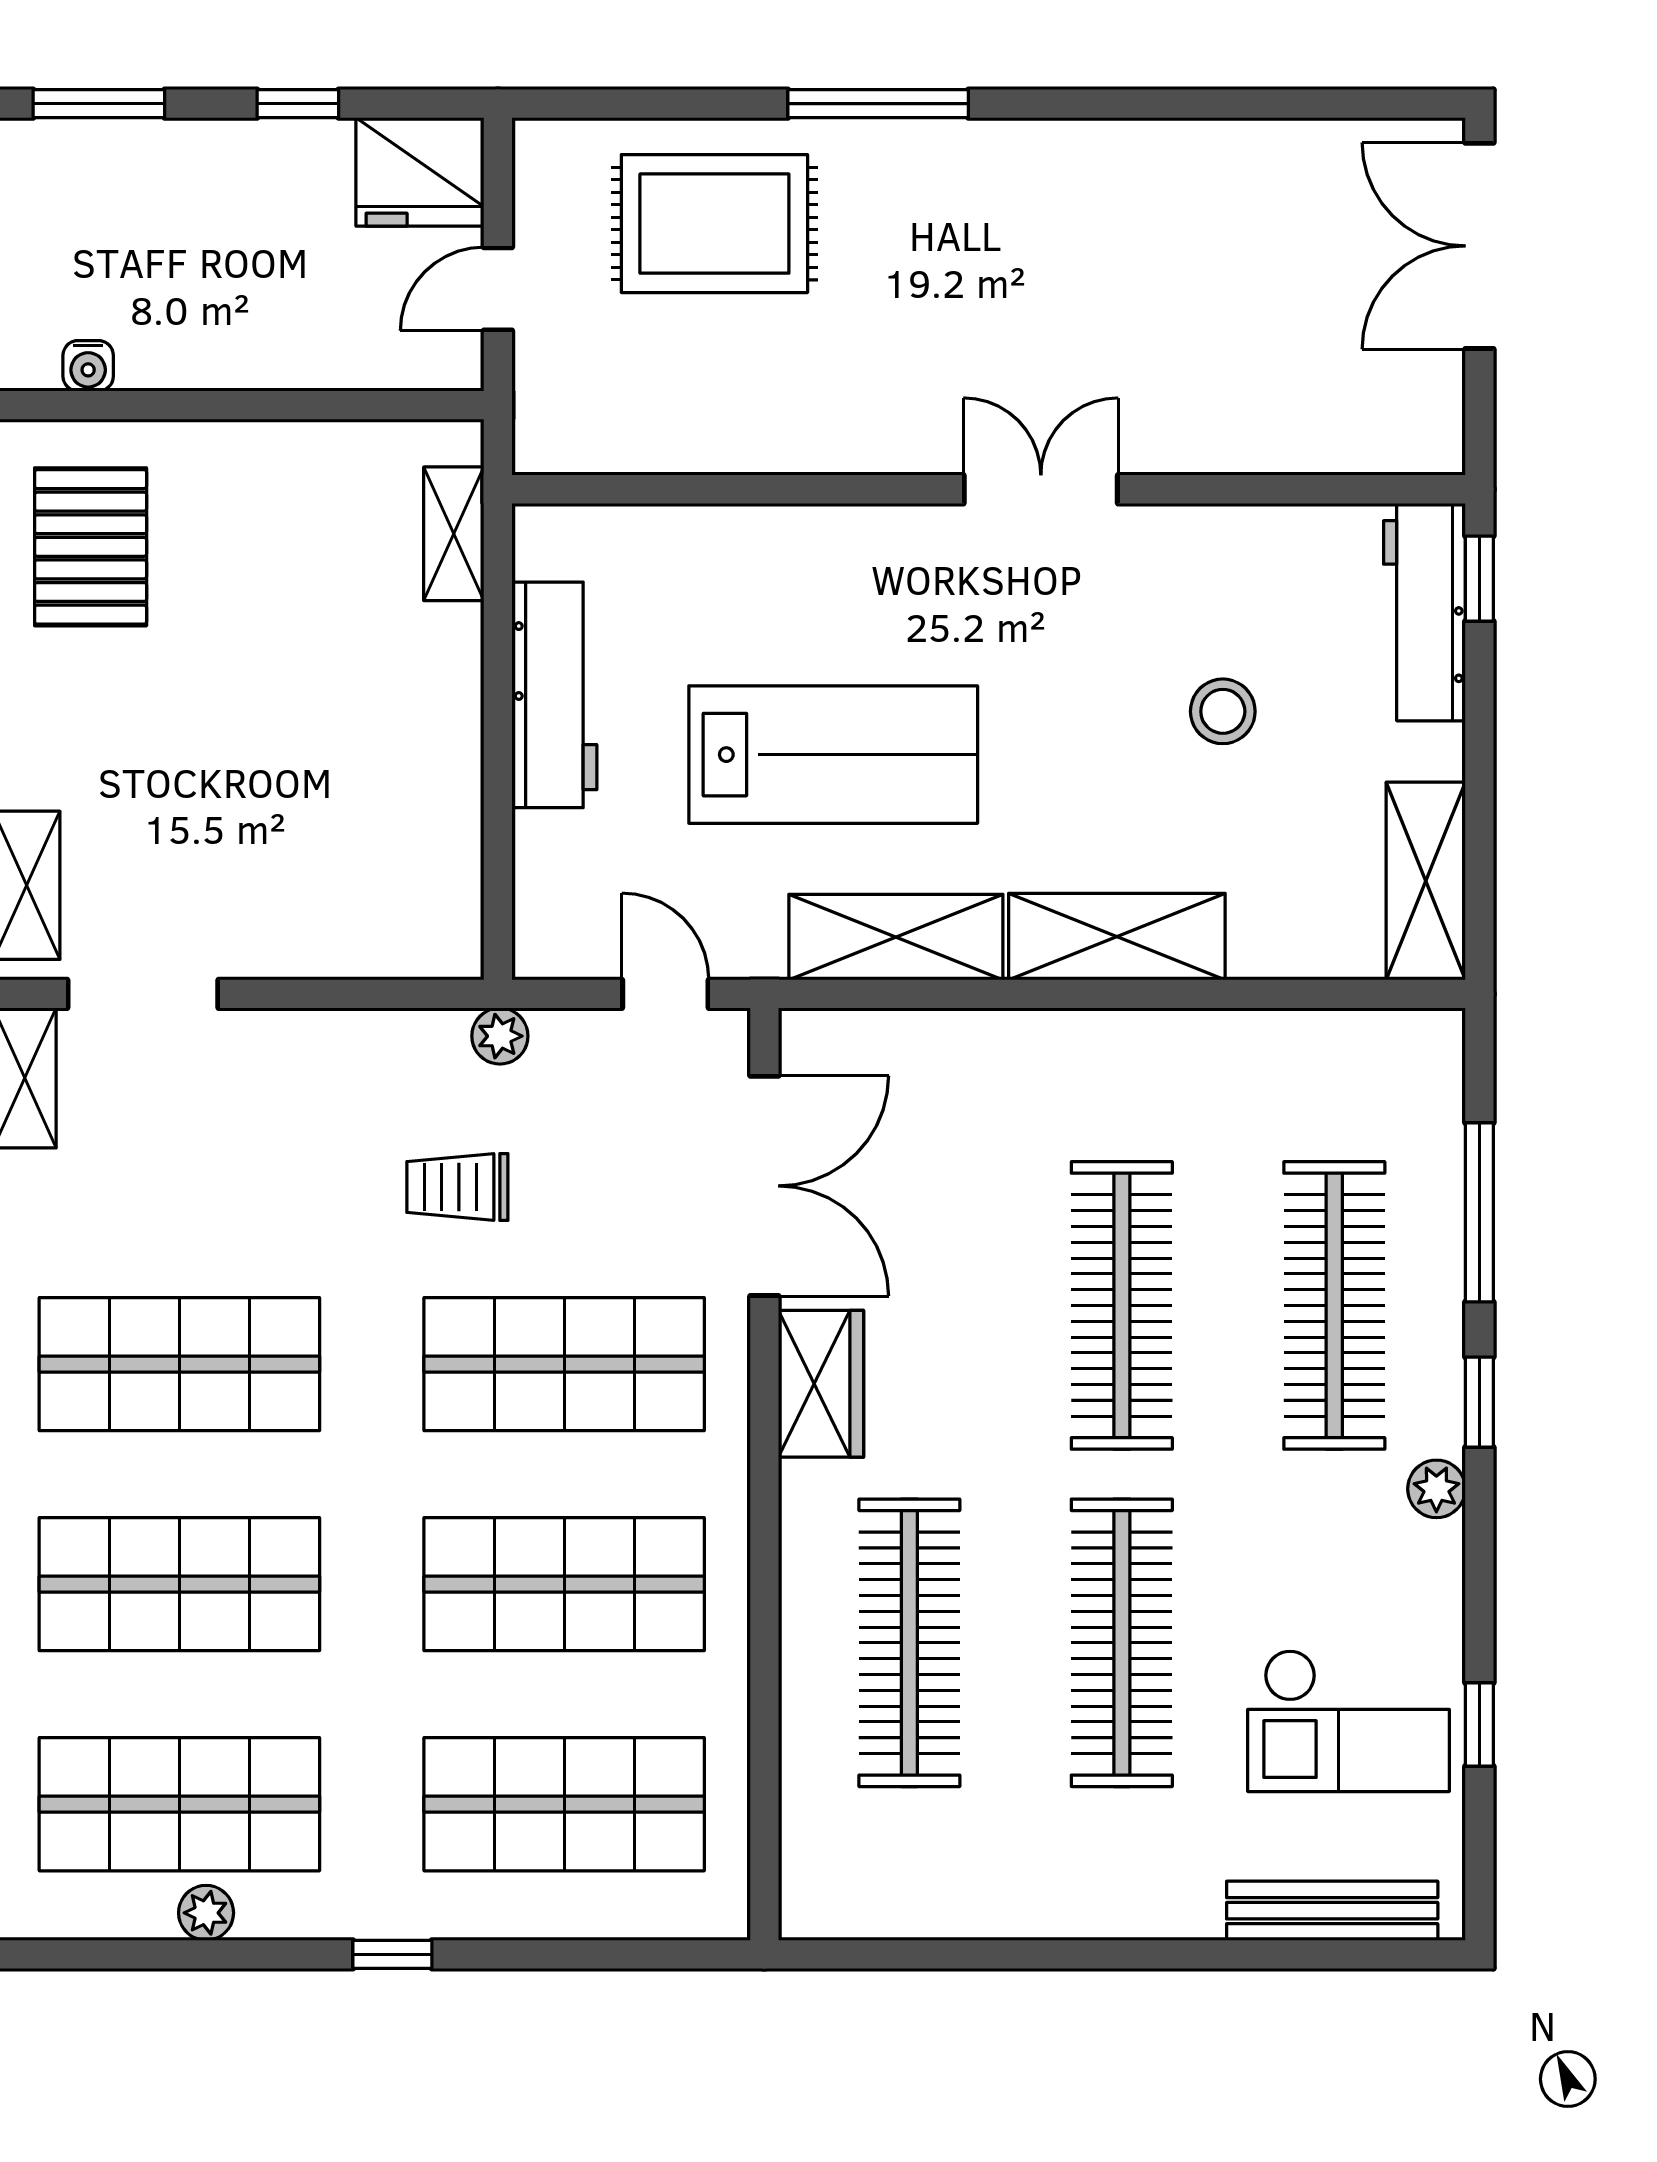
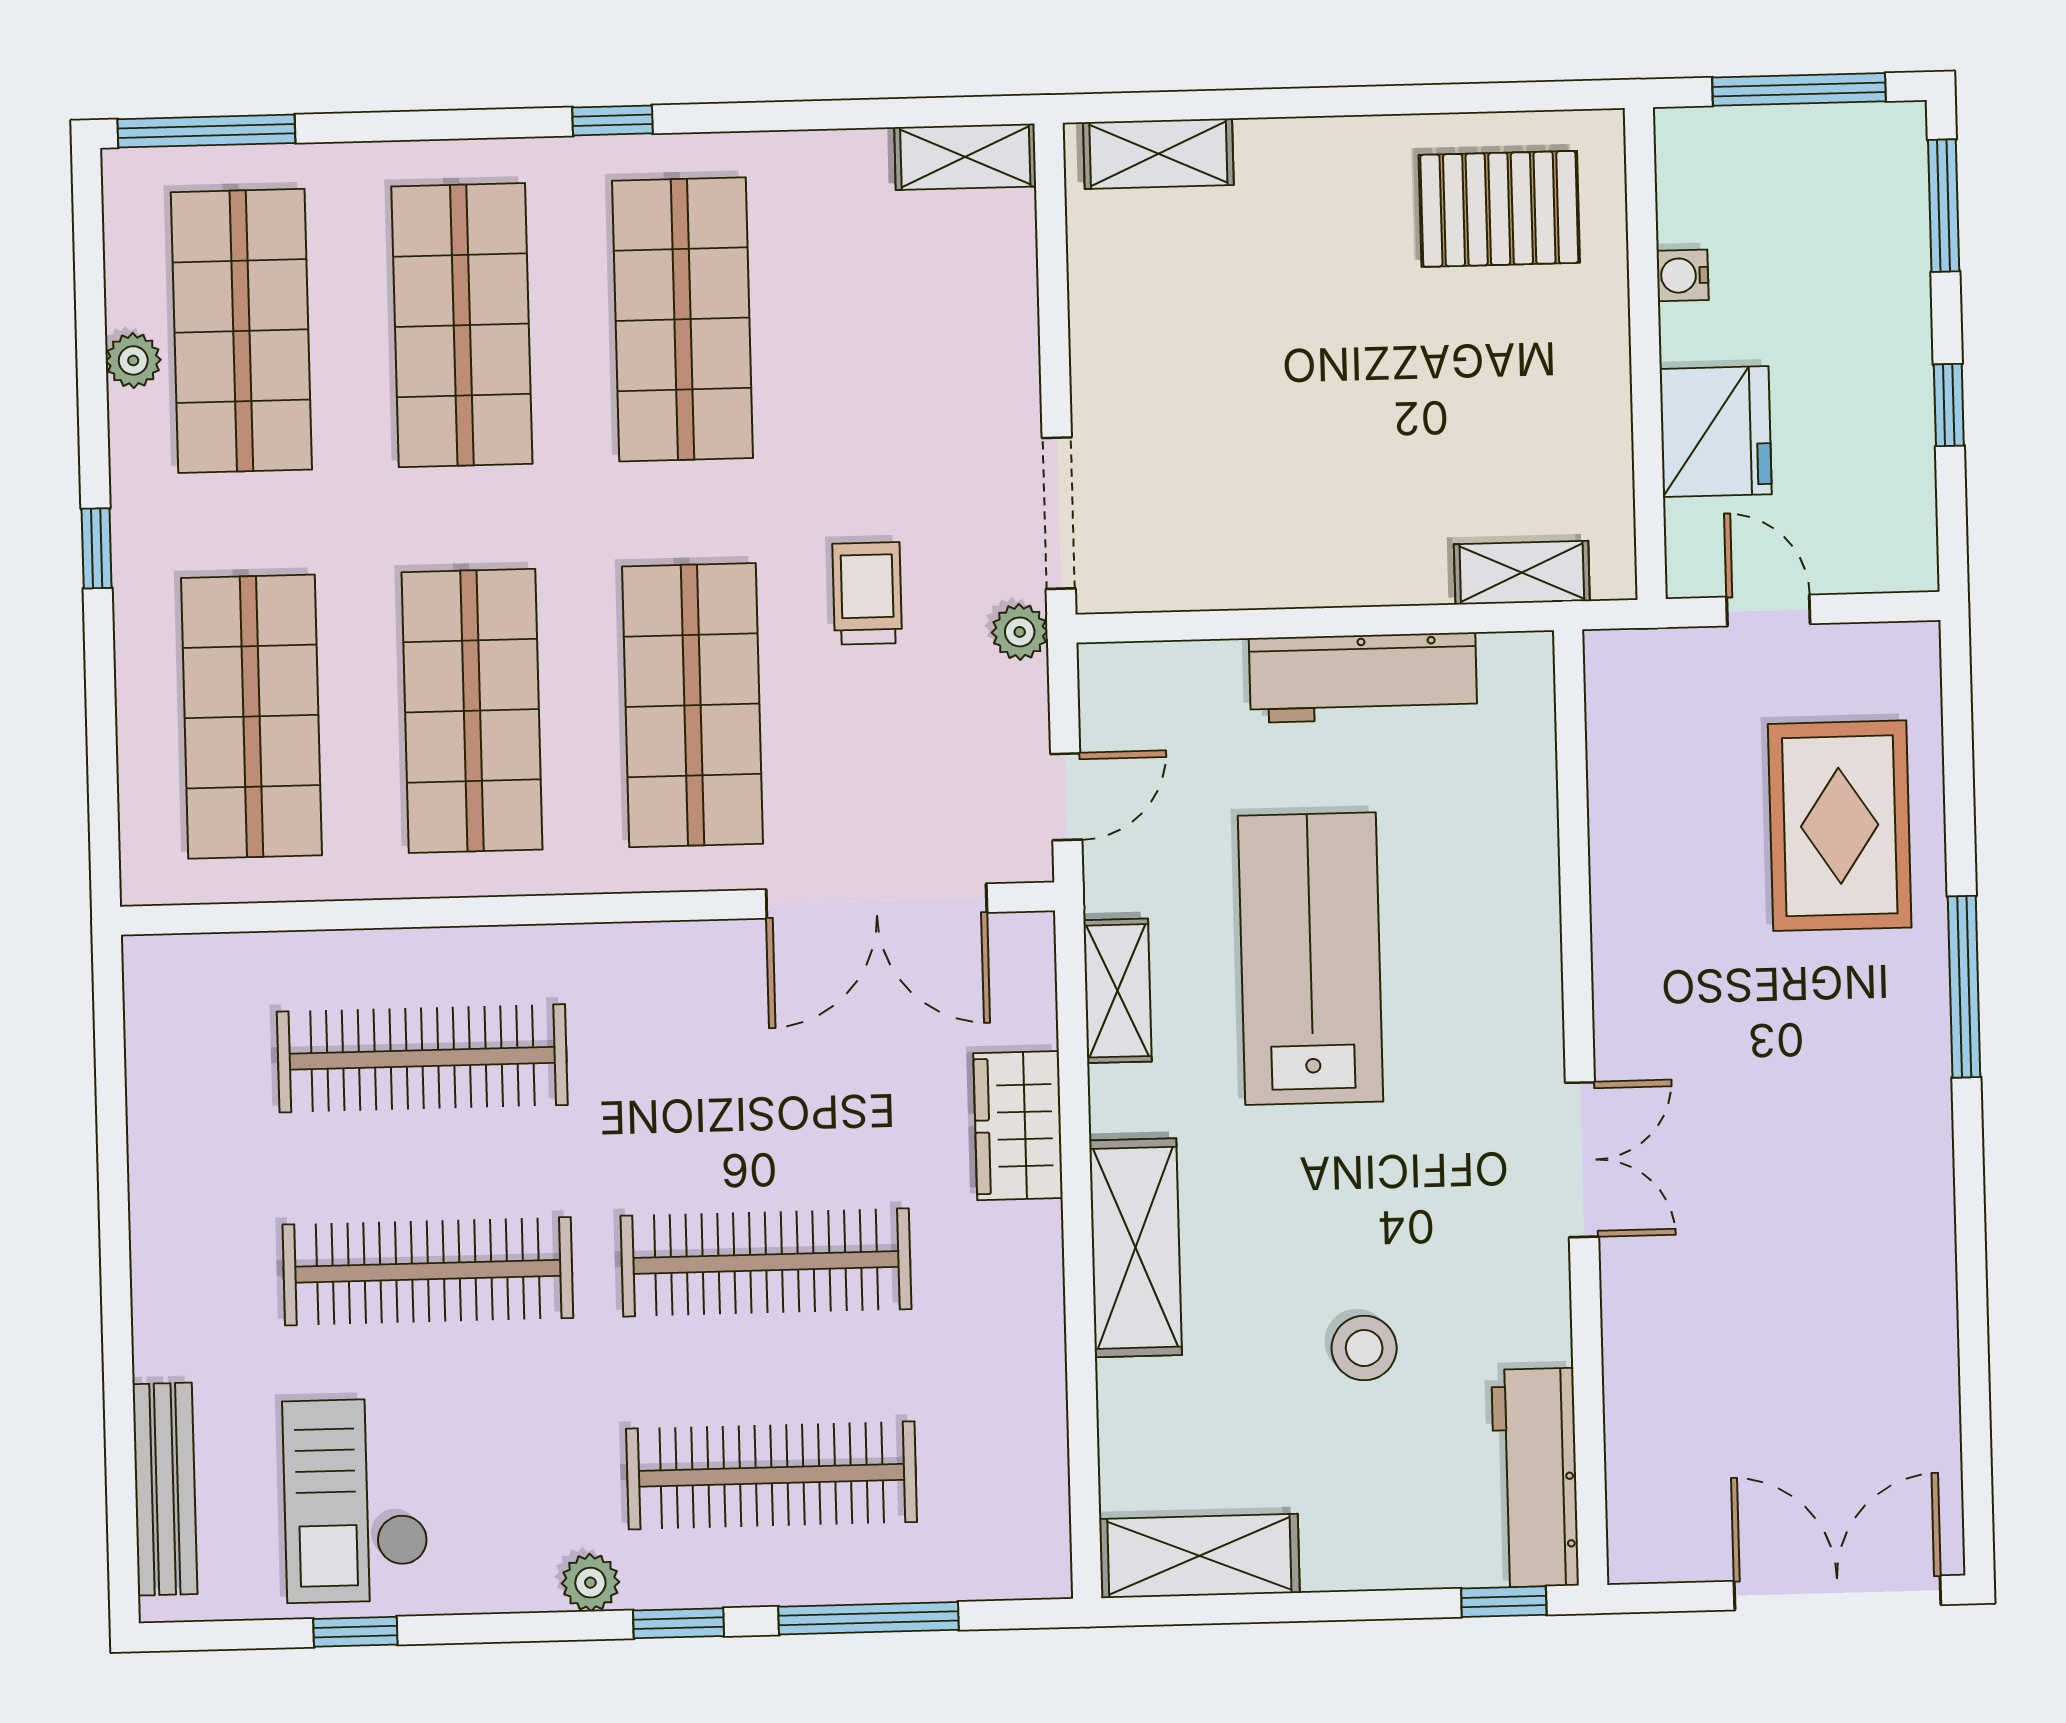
fridge: (420, 172) -> (1716, 432), moved, turned 180
water cooler: (88, 366) -> (1683, 275), moved
workbench: (1424, 612) -> (1535, 1478), moved, turned -90
lab bench: (833, 755) -> (1311, 959), turned 180
shelving: (896, 937) -> (1118, 991), width x0.67, depth x0.75
doorway: (143, 994) -> (1059, 513), moved
wardrobe: (821, 1384) -> (1018, 1126), moved, turned 90

